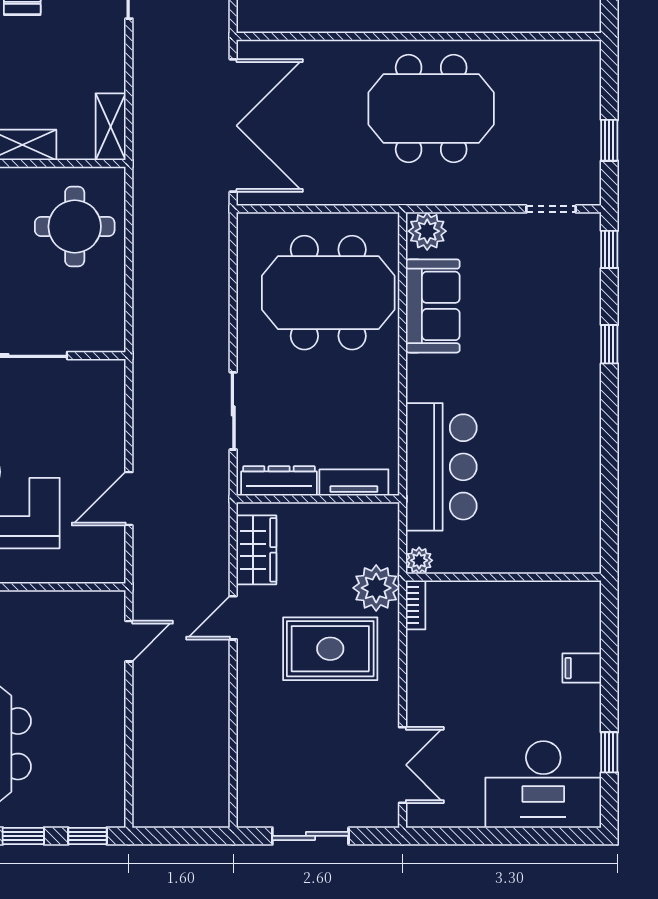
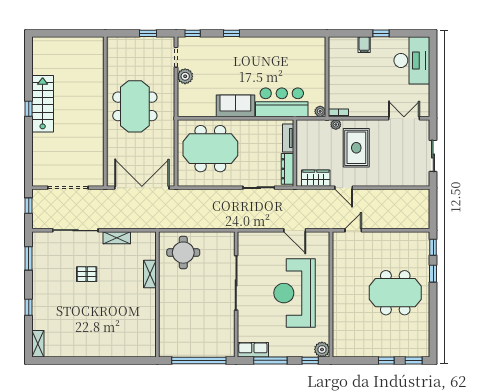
shelving: (111, 127) -> (117, 238), moved
plant: (427, 231) -> (185, 76), moved
meeting table: (328, 293) -> (210, 149), turned 90
sofa: (433, 306) -> (235, 106), moved
plant: (376, 588) -> (336, 125), width x0.53, depth x0.53
door: (129, 641) -> (353, 230), hinge flipped
window: (609, 752) -> (381, 33), moved

